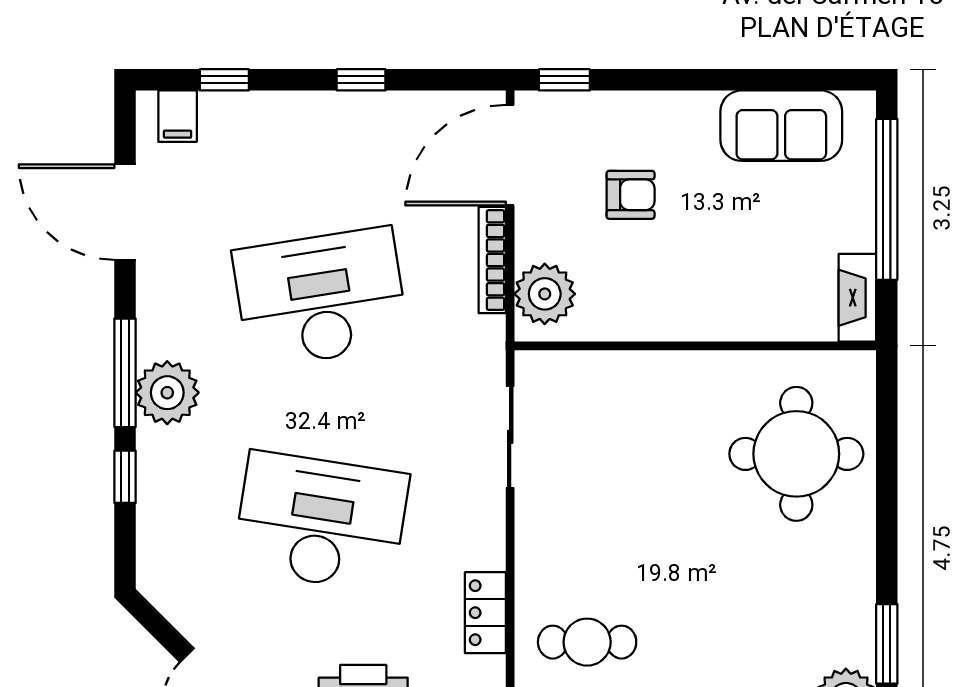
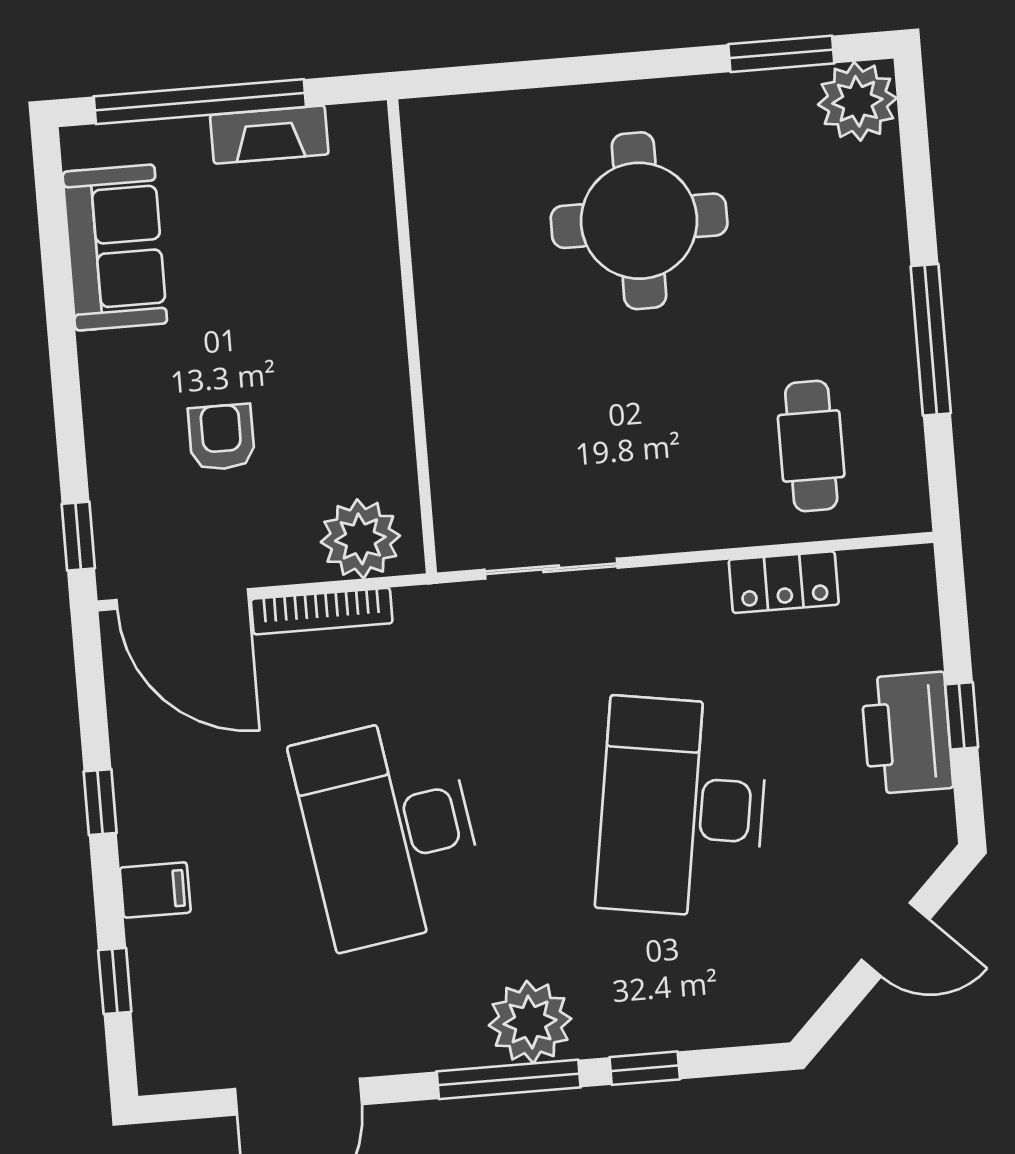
filing cabinet: (178, 116) -> (155, 890), moved
fireplace: (857, 298) -> (269, 135), moved
round table: (796, 454) -> (639, 221), moved

